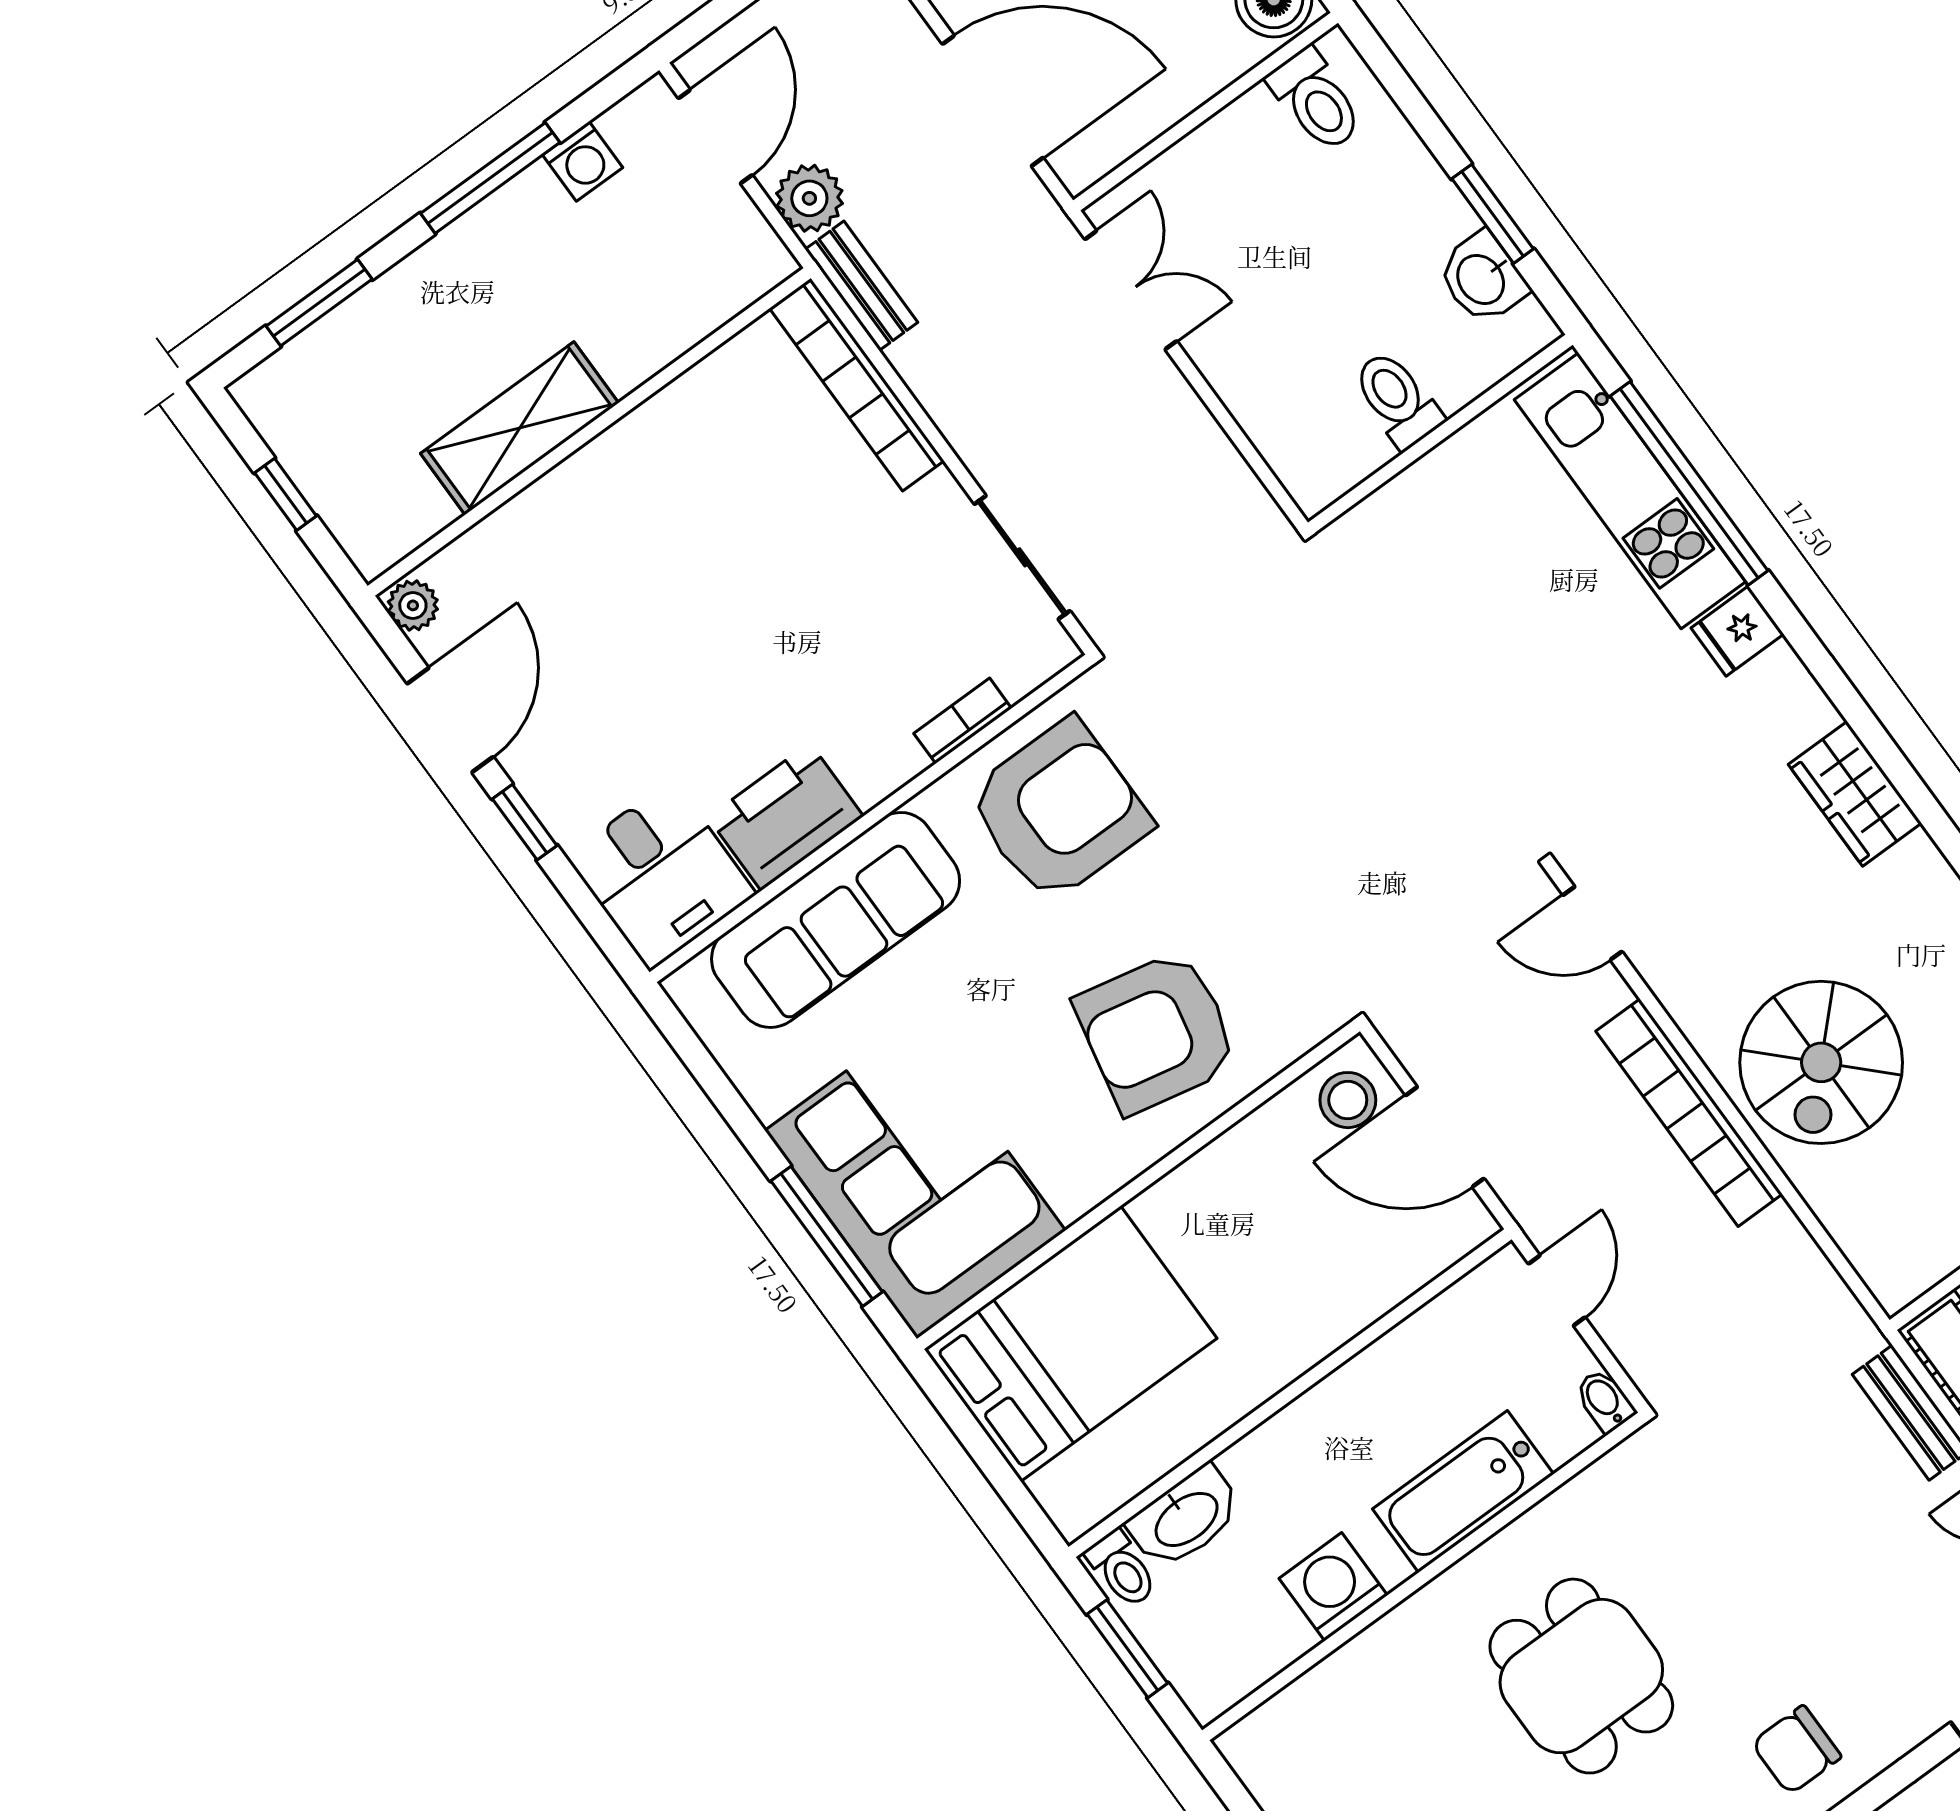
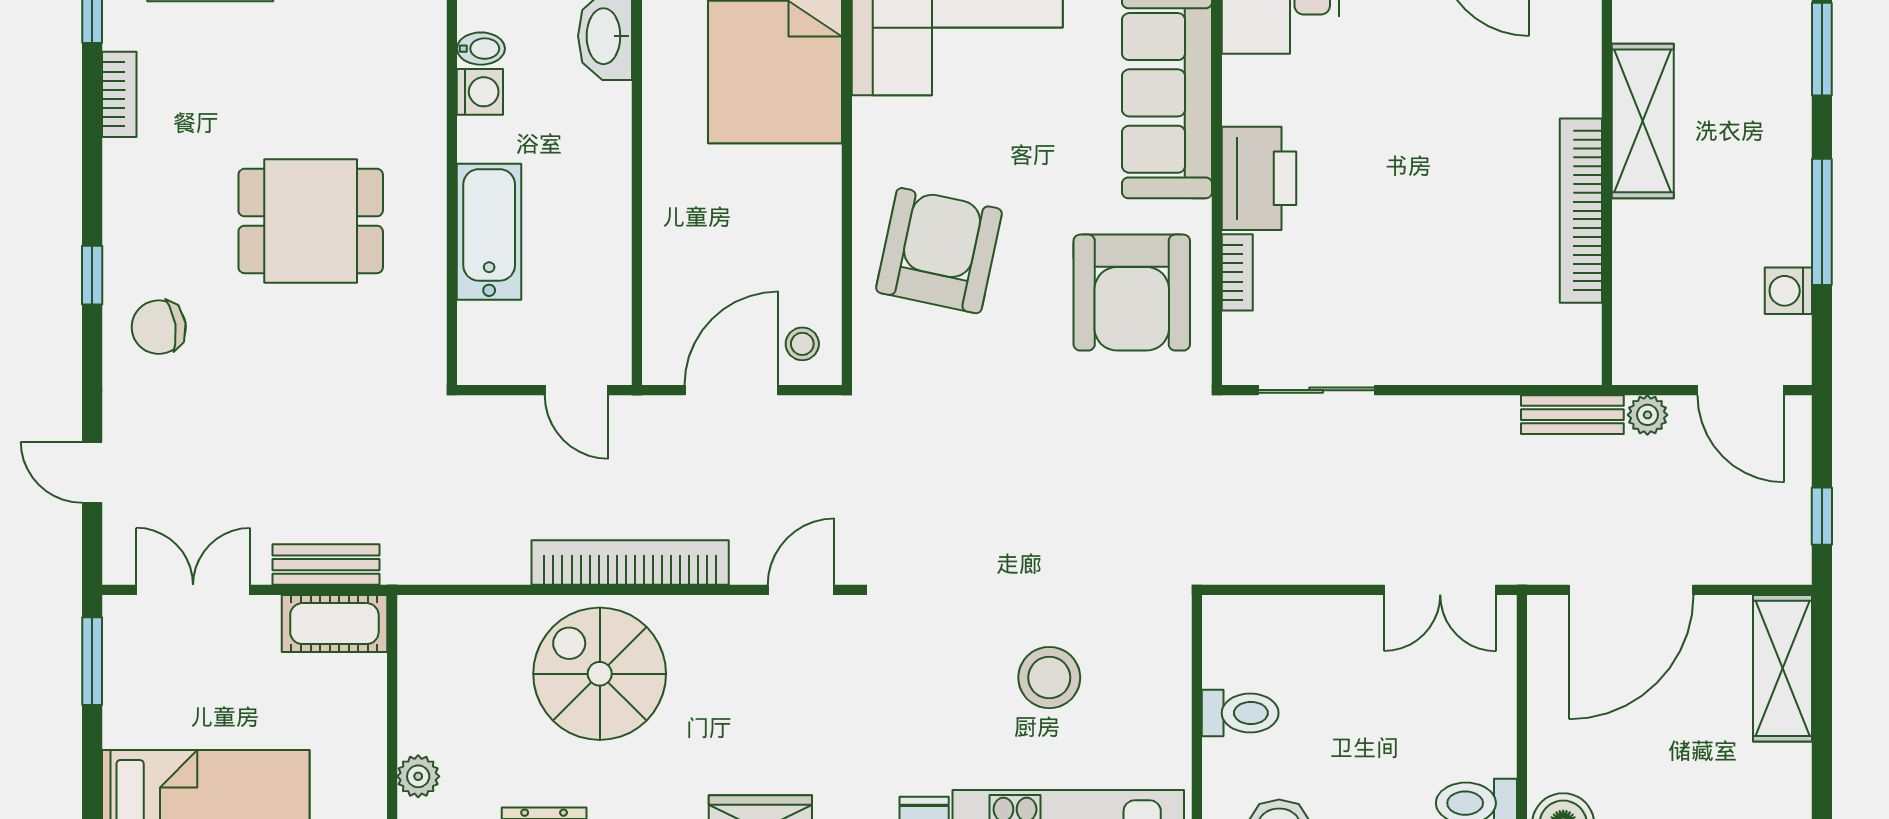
plant: (809, 198) -> (1647, 415), width x0.73, depth x0.73
bookcase: (857, 385) -> (1581, 211), moved, turned -90
stool: (1500, 614) -> (1049, 678), added
printer: (786, 817) -> (1259, 178), moved
stool: (1348, 1100) -> (802, 344), width x0.73, depth x0.73
bidet: (1605, 1401) -> (481, 49), moved
washing machine: (1333, 1587) -> (480, 92), width x0.73, depth x0.73
chair: (1796, 1750) -> (159, 327), turned -99

